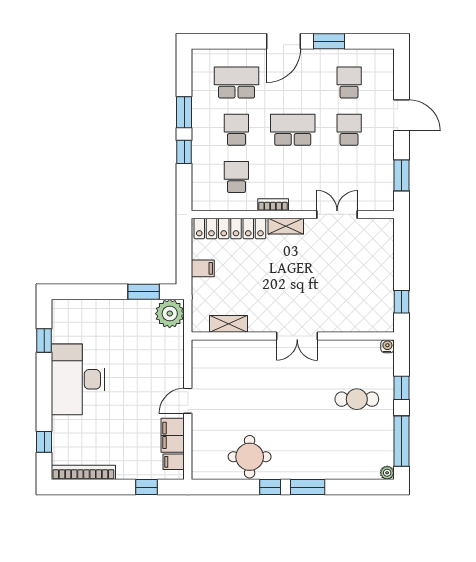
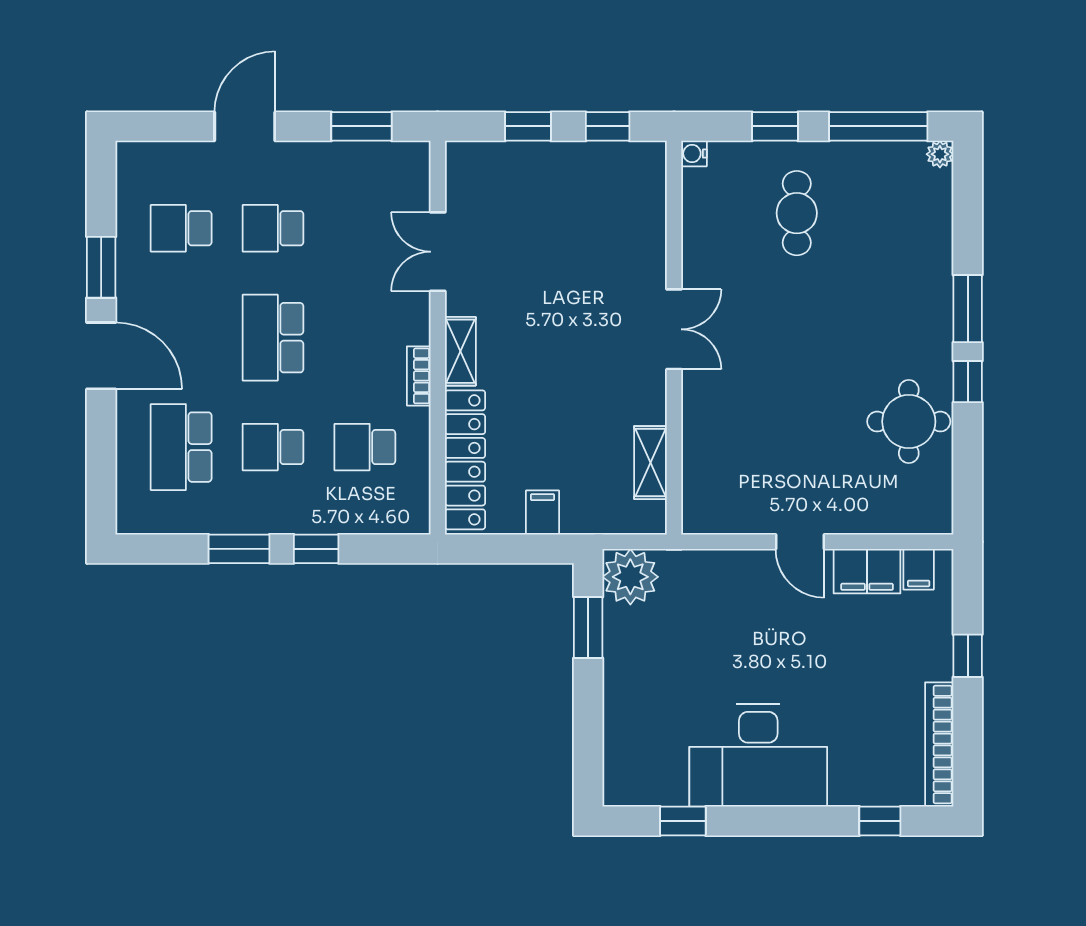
window: (401, 261) -> (528, 126), added
window: (146, 487) -> (968, 656), moved

